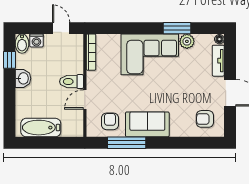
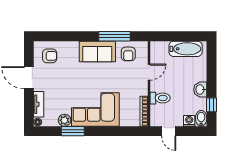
toilet: (72, 82) -> (160, 98), moved

